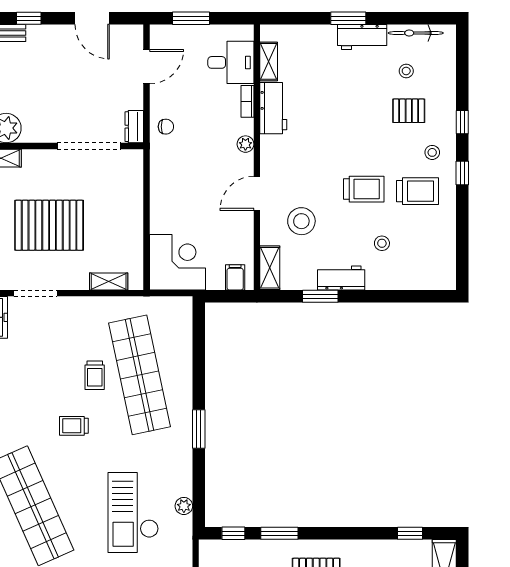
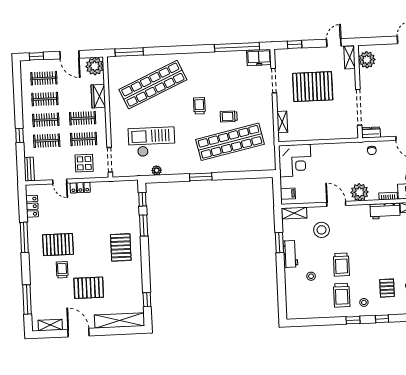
plant: (245, 144) -> (360, 192), width x1.88, depth x1.88
pallet: (49, 225) -> (313, 87), turned 90

